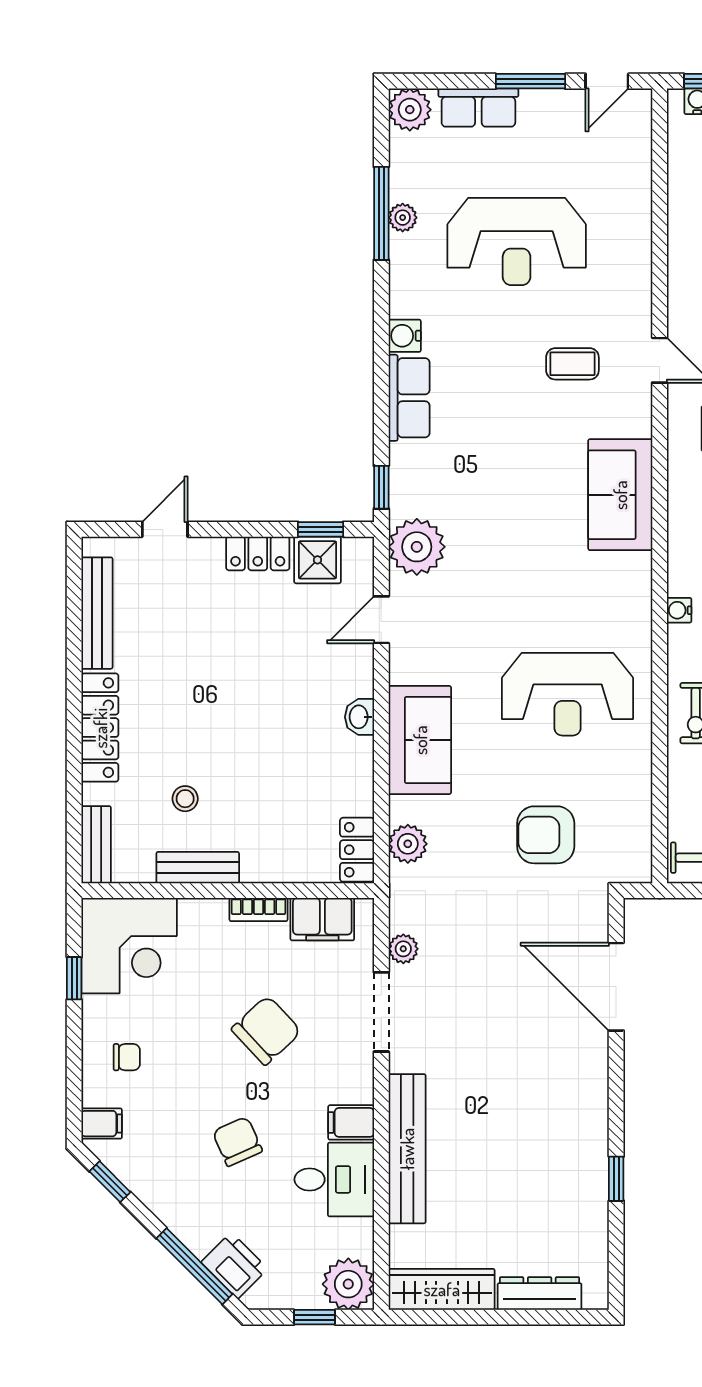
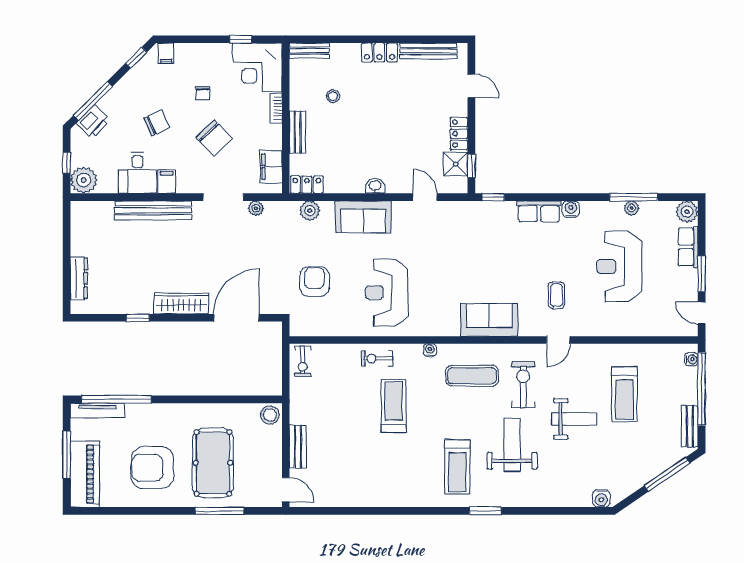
plant: (417, 547) -> (462, 215), removed
locker: (100, 728) -> (379, 52), width x0.66
bench: (198, 868) -> (298, 132), moved
bookcase: (259, 910) -> (276, 108), moved
chair: (127, 1057) -> (203, 93), moved
wardrobe: (442, 1289) -> (181, 303), moved, turned -90

